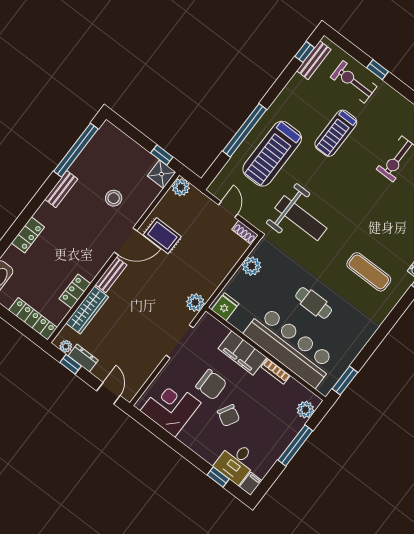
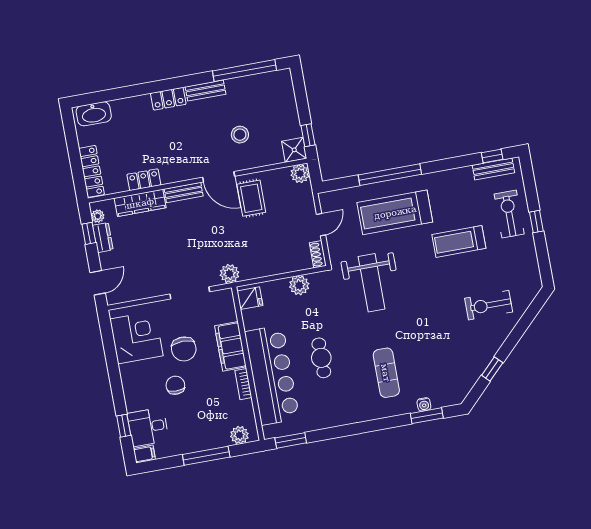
locker: (28, 235) -> (168, 99), moved
chair: (229, 416) -> (175, 385), turned 151

